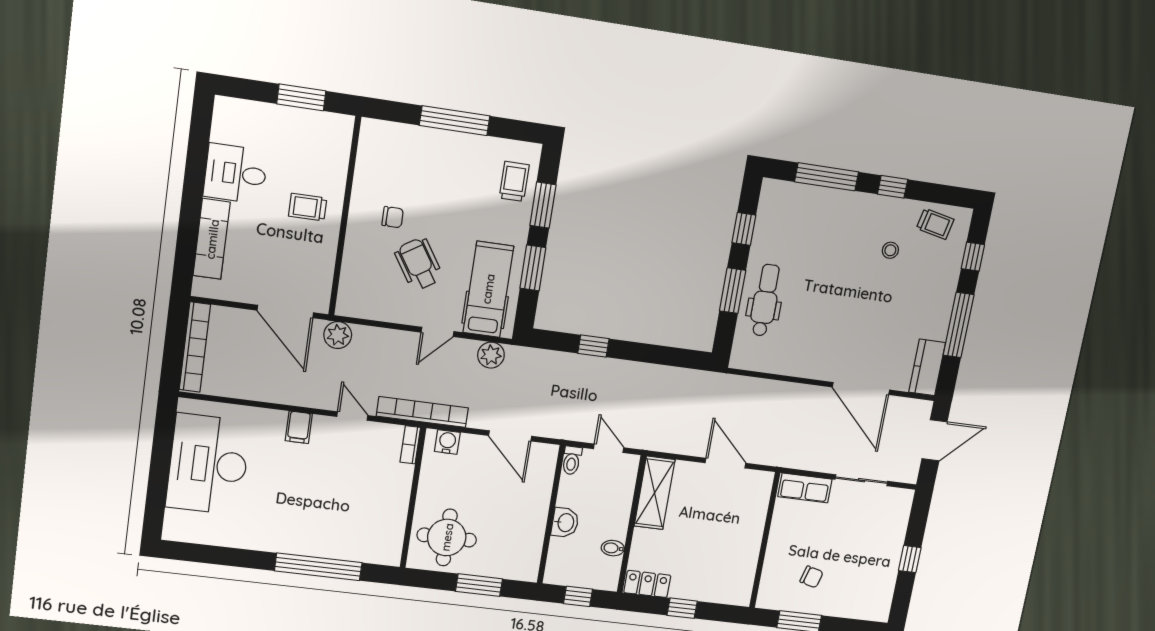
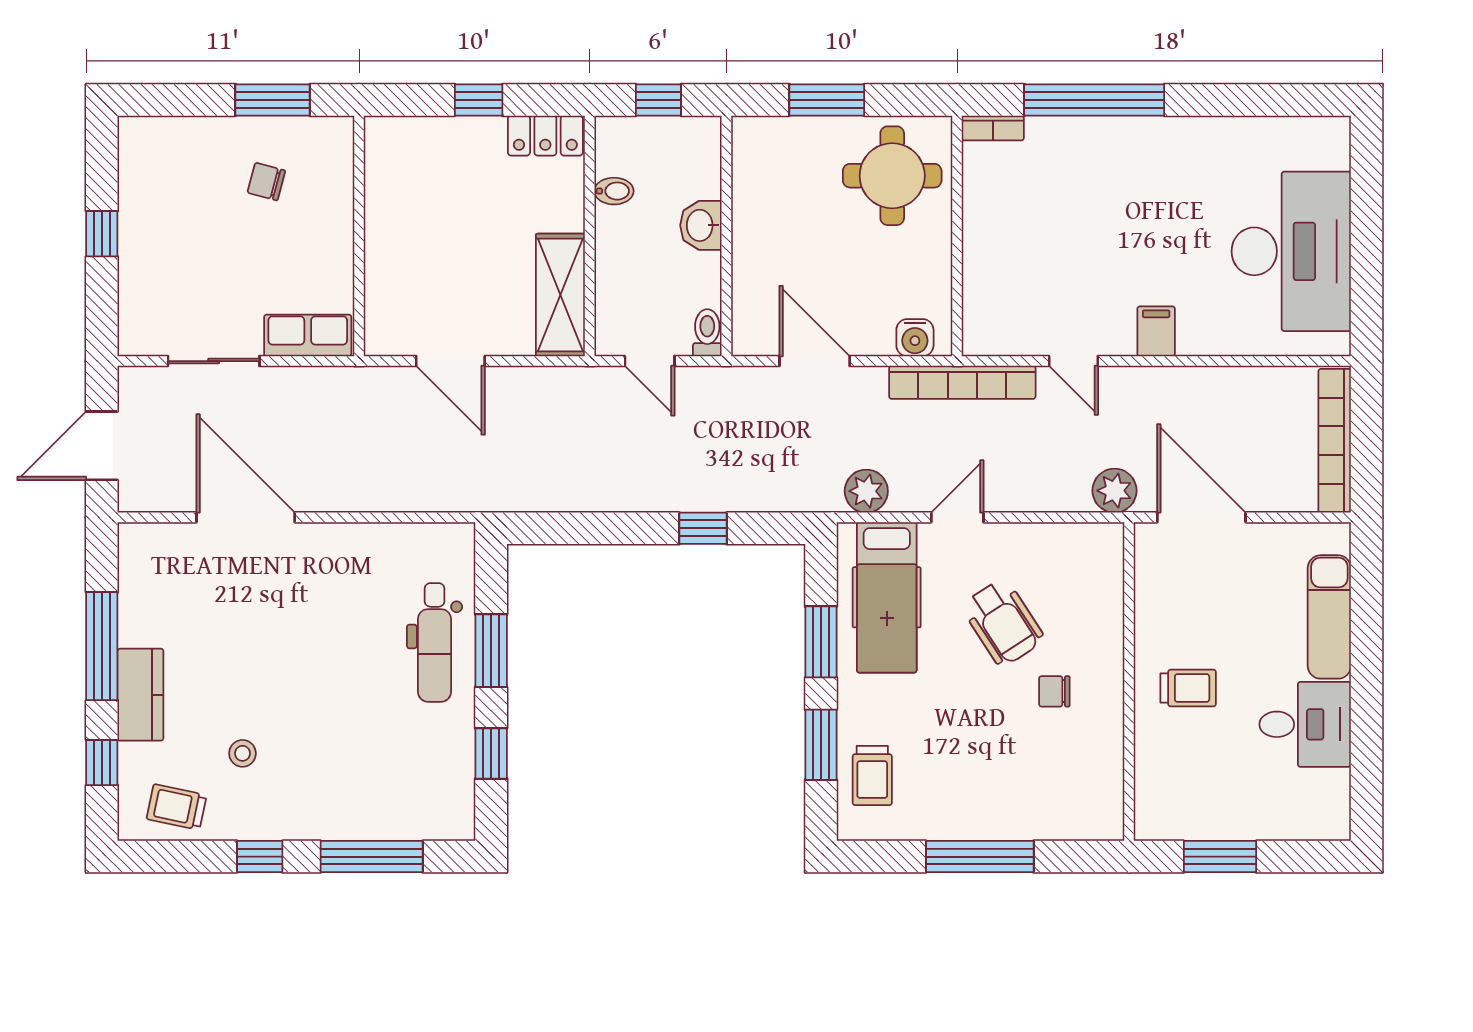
kitchen counter: (927, 367) -> (140, 695), moved
bookcase: (410, 445) -> (993, 128), moved, turned 90

